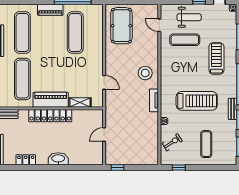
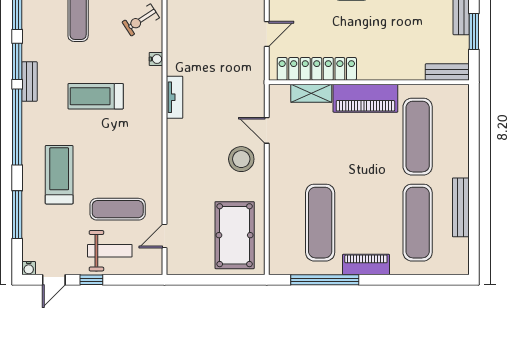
weight bench: (189, 17) -> (110, 251), turned 180
door: (159, 25) -> (165, 236), swing flipped
treadmill: (216, 58) -> (59, 175), turned 180
stool: (145, 73) -> (241, 159), moved
treadmill: (197, 101) -> (96, 96), width x0.73, depth x0.73
locker: (50, 116) -> (317, 69), moved

